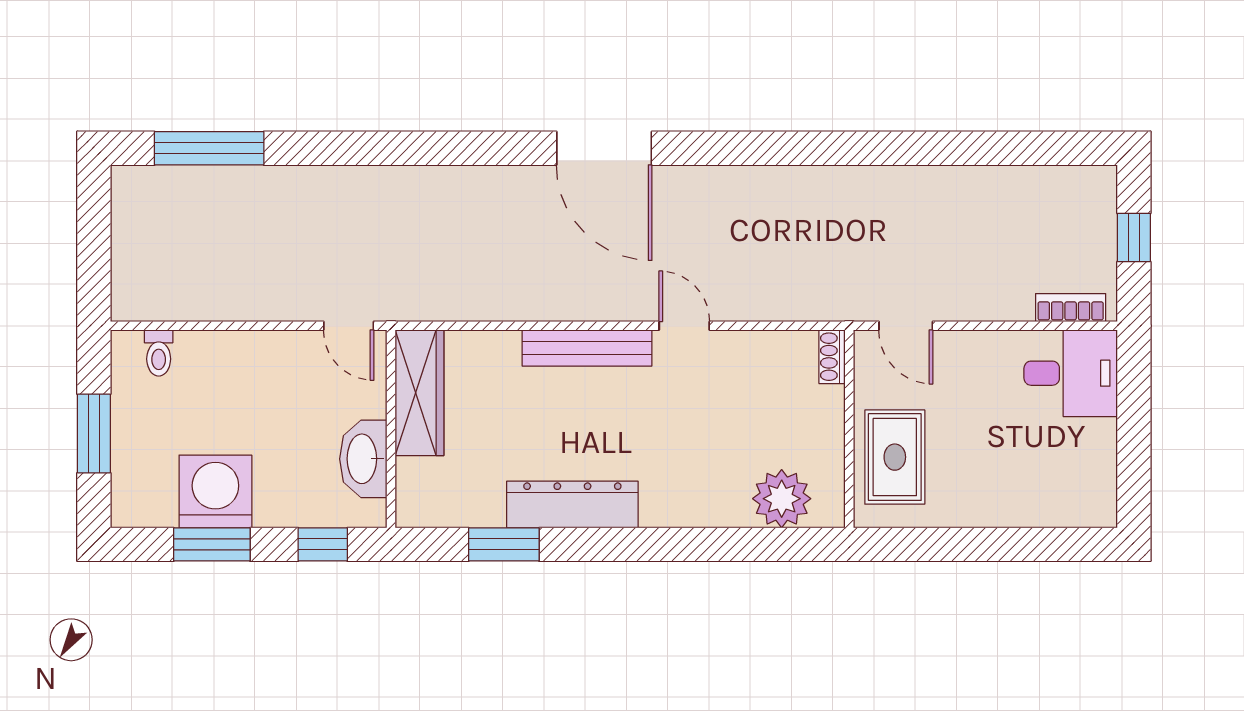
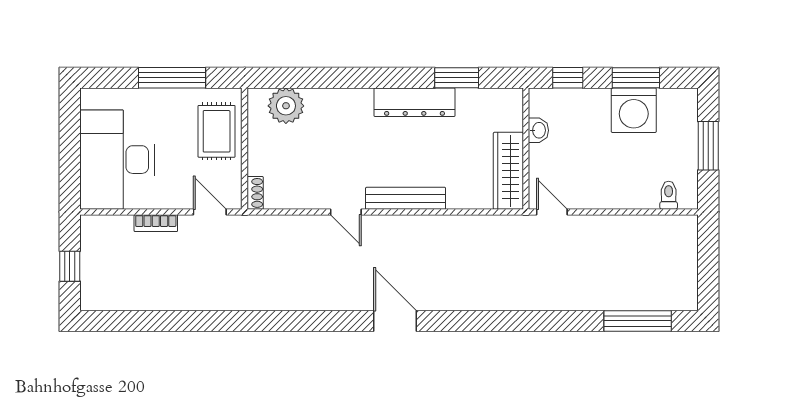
door: (604, 148) -> (395, 321), width x0.73
bookcase: (1071, 308) -> (156, 223), moved
desk: (1071, 373) -> (117, 160), width x1.87, depth x1.30
washbasin: (363, 459) -> (538, 130), width x0.52, depth x0.69
window: (967, 544) -> (172, 78), added

